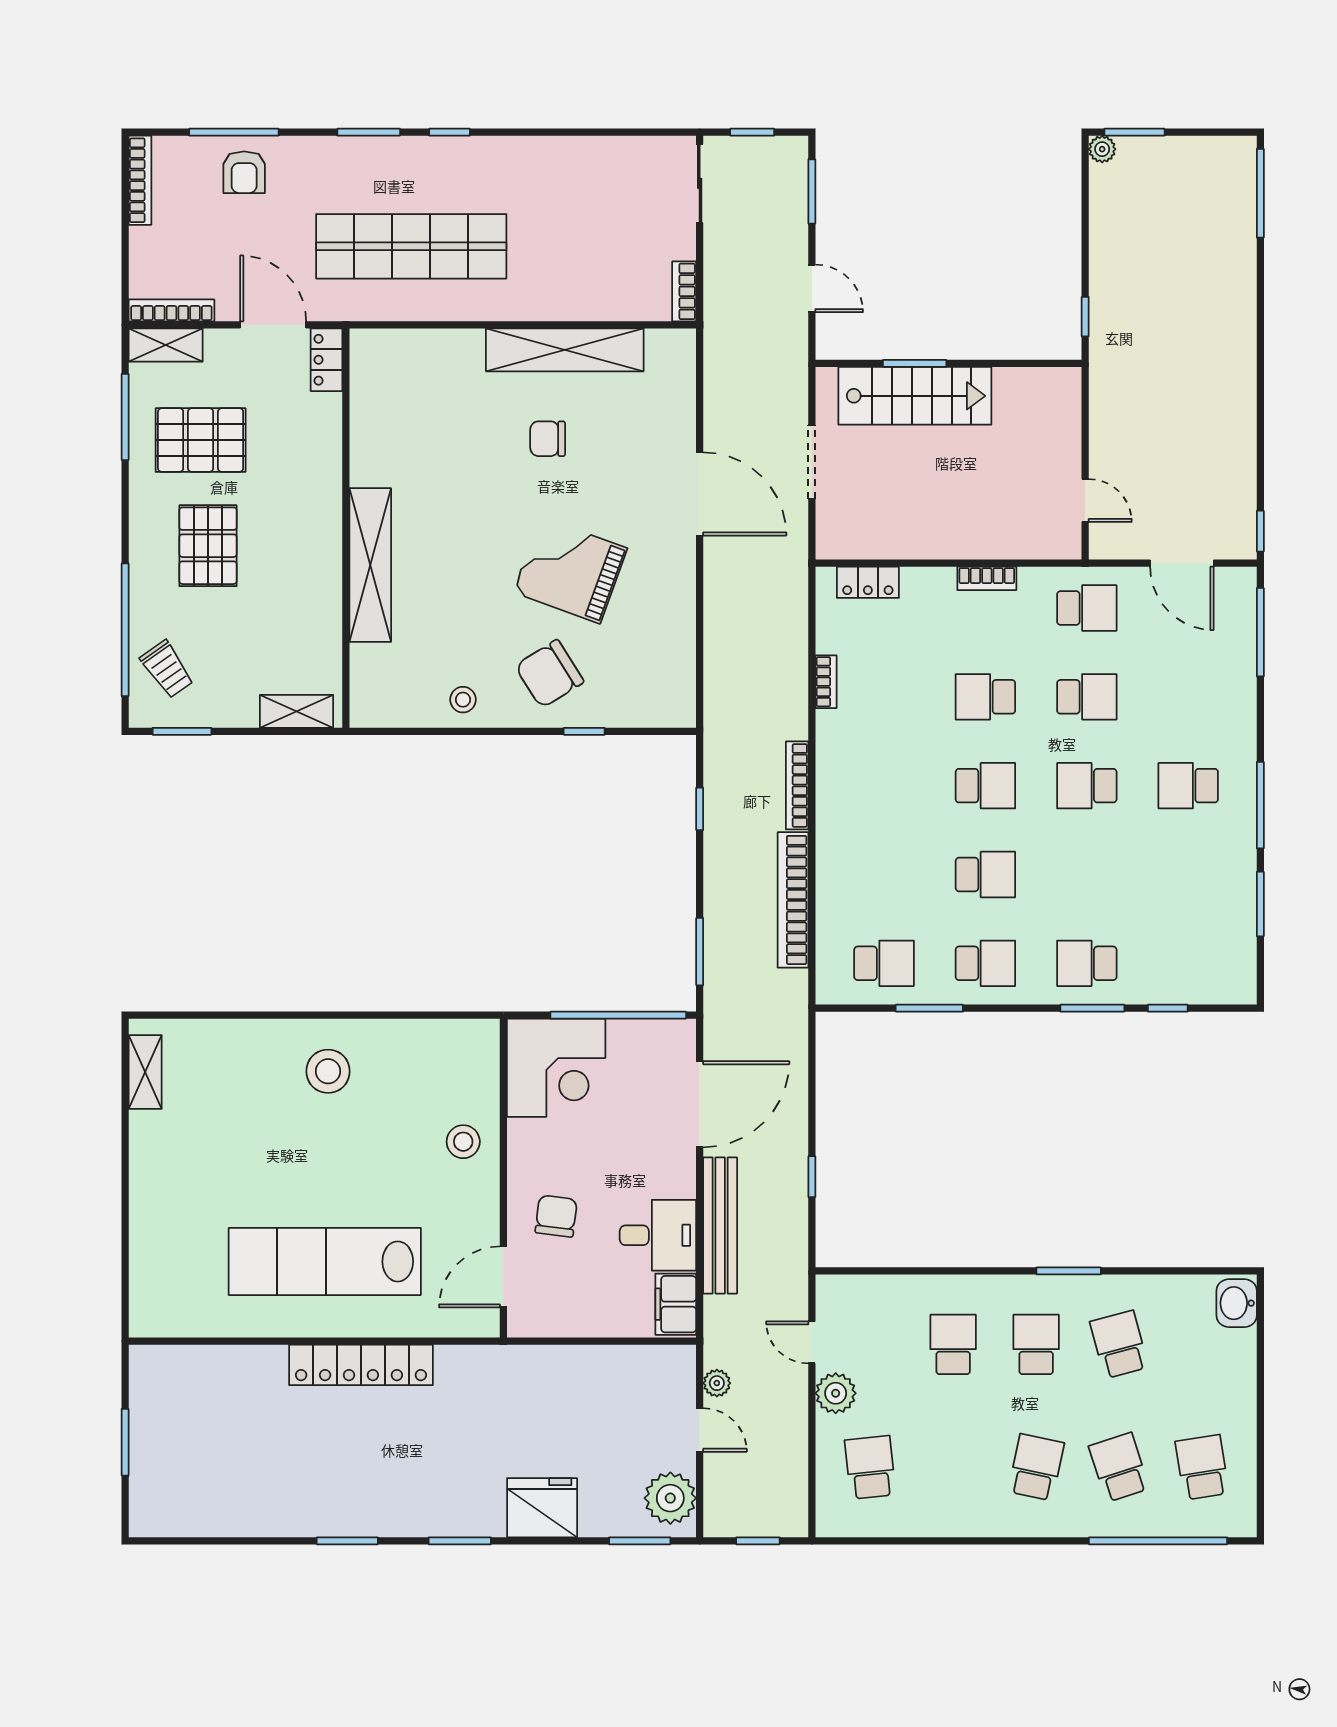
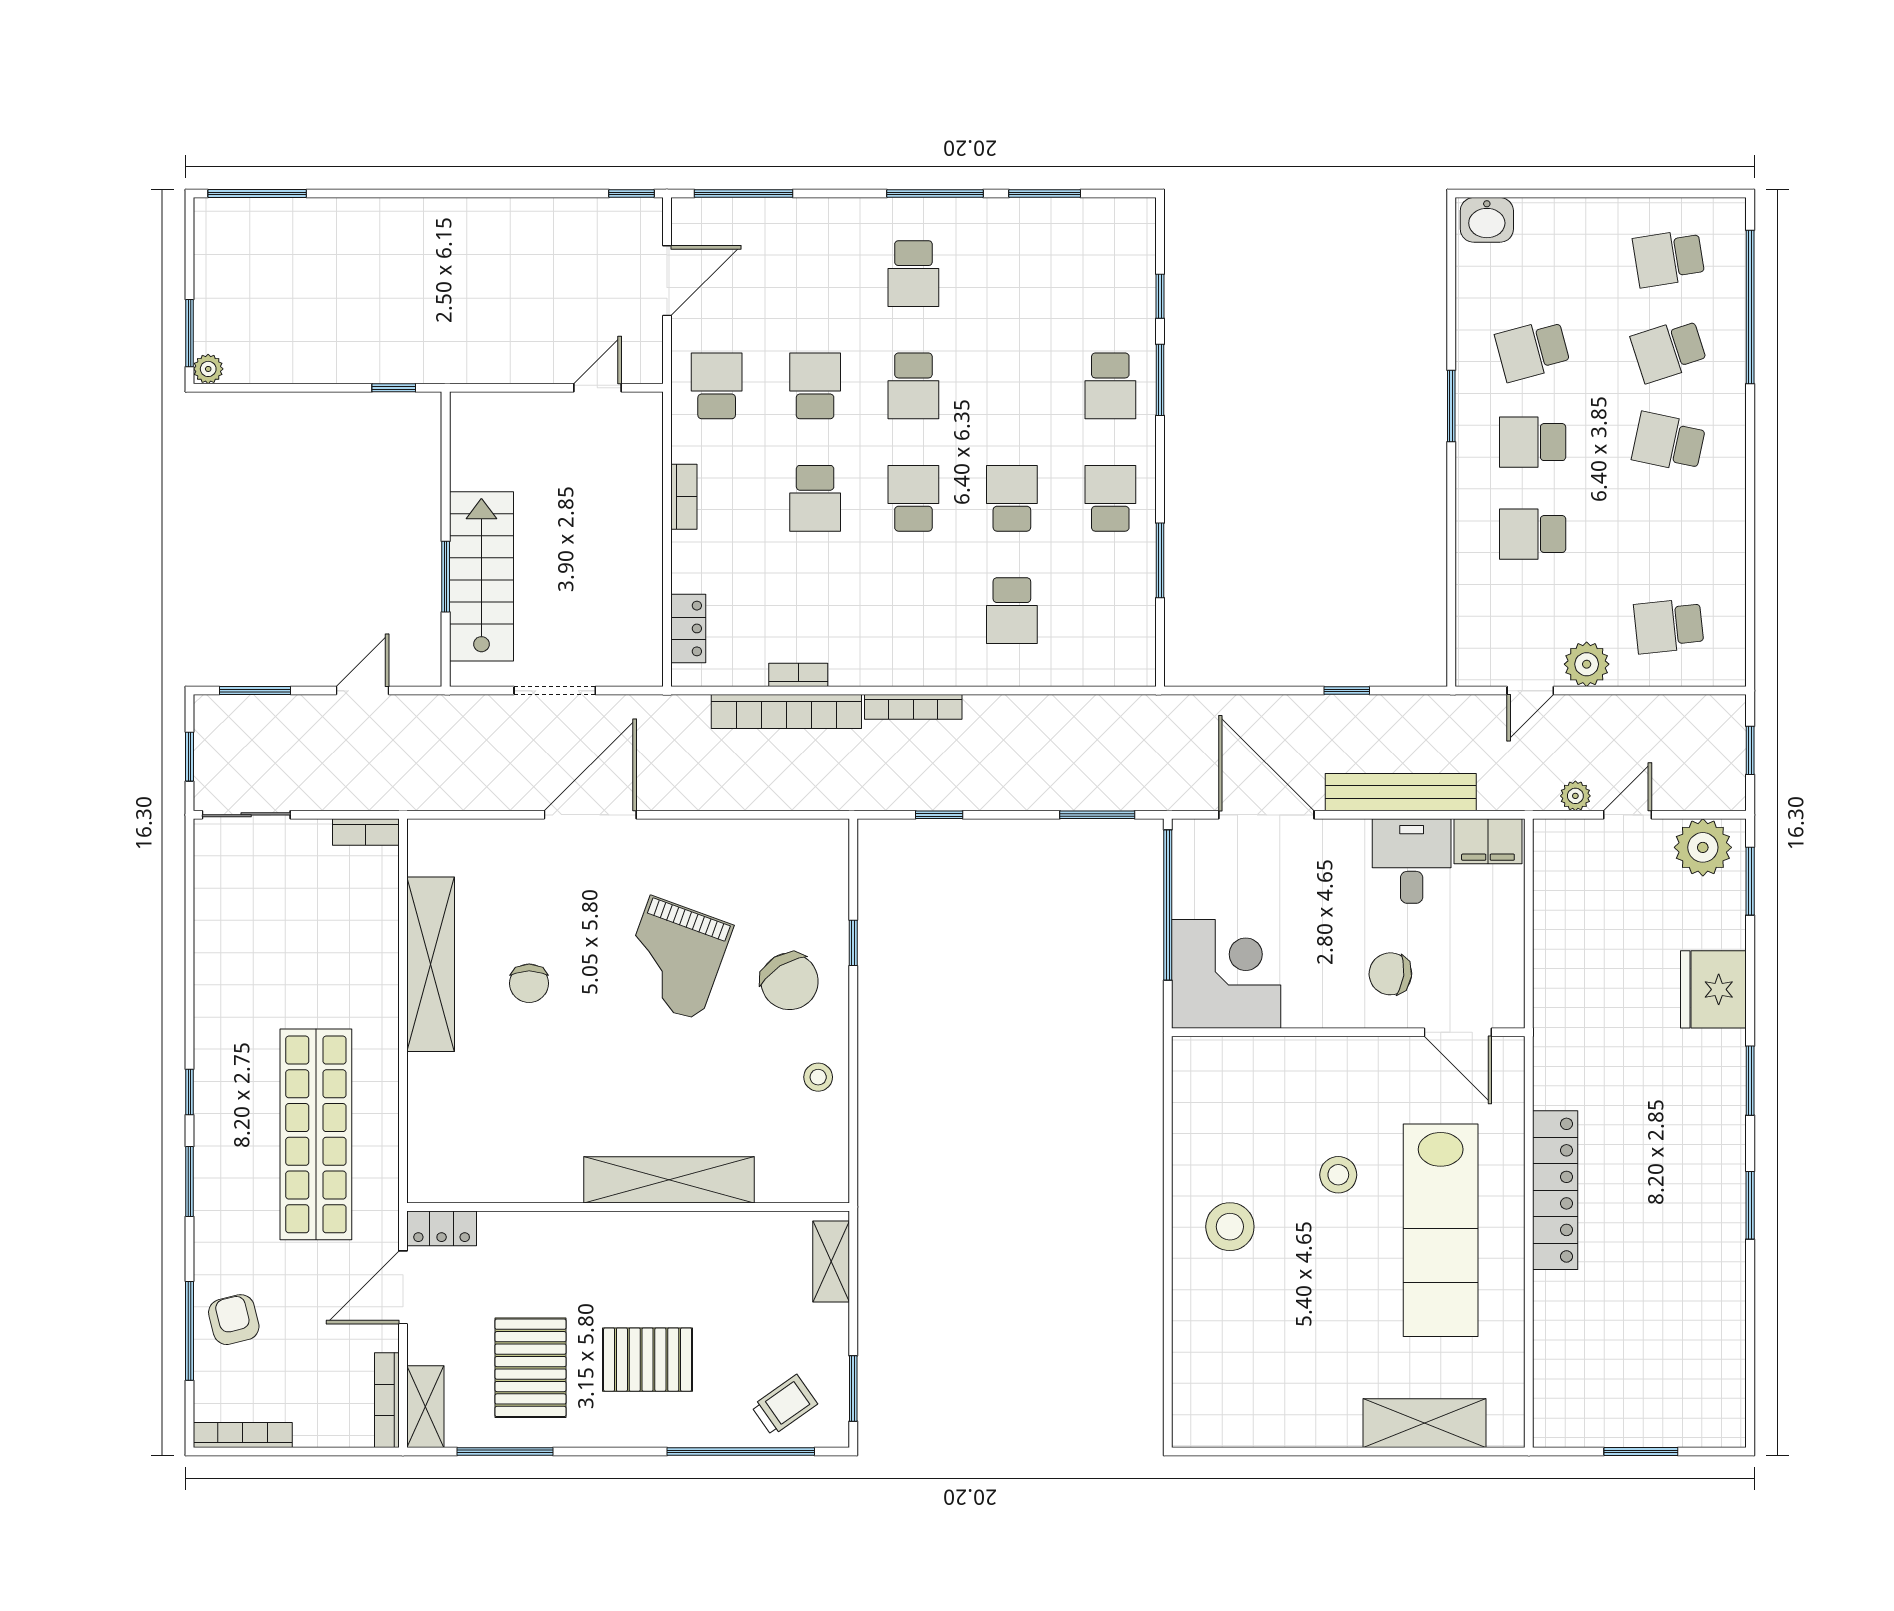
armchair: (244, 172) -> (234, 1320), turned -104
bookcase: (793, 900) -> (786, 711), moved
school desk: (884, 963) -> (1012, 611), moved, turned 180
shelving: (145, 1072) -> (1425, 1423), moved, width x1.50, depth x1.33
stool: (463, 1142) -> (1338, 1175), moved

